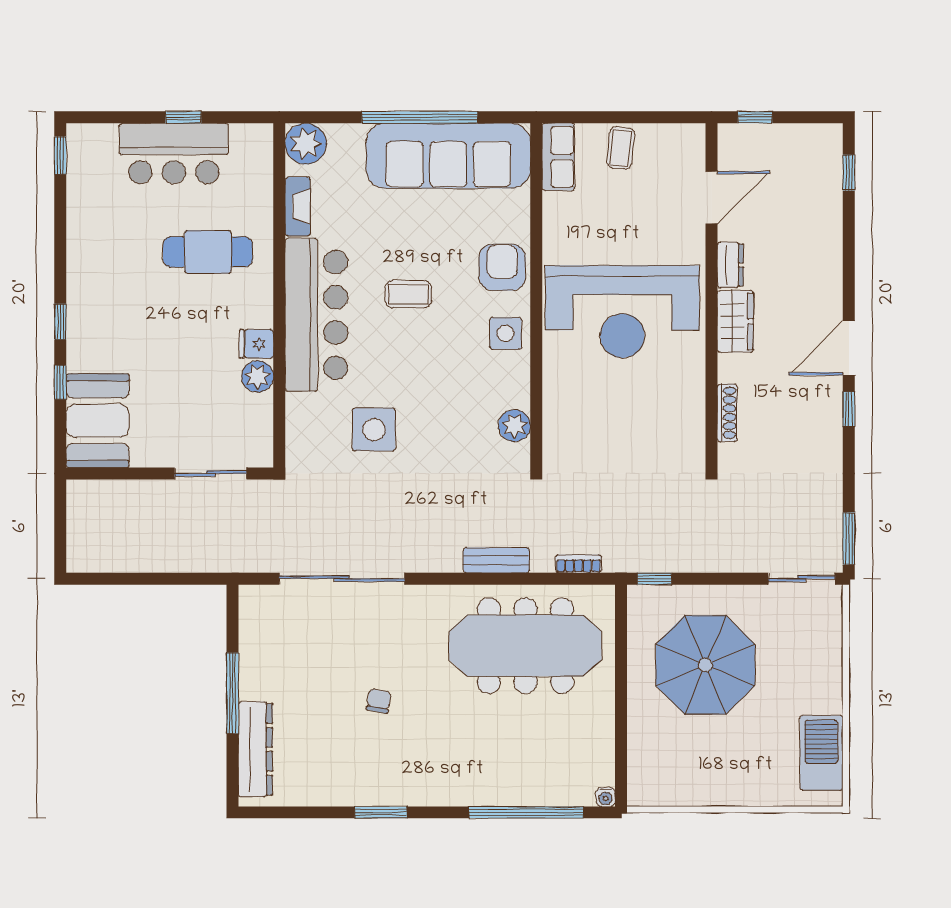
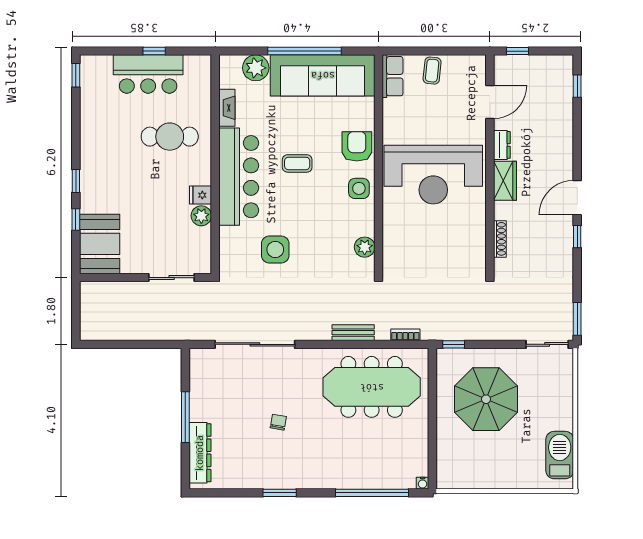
plant: (306, 144) -> (256, 68), moved

